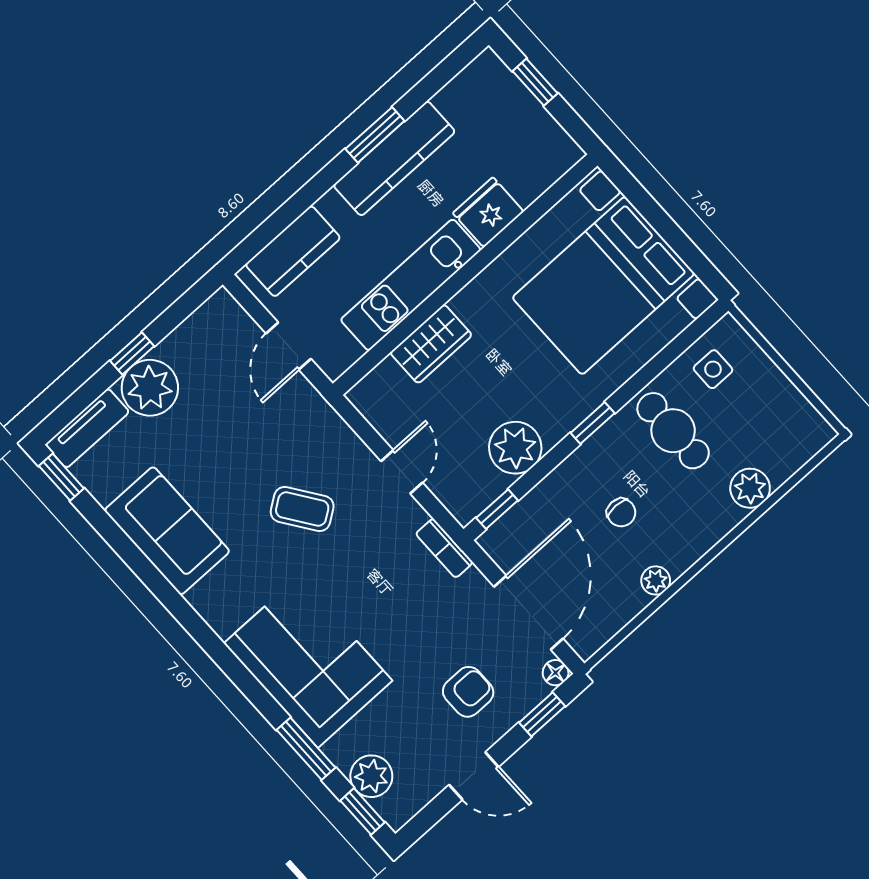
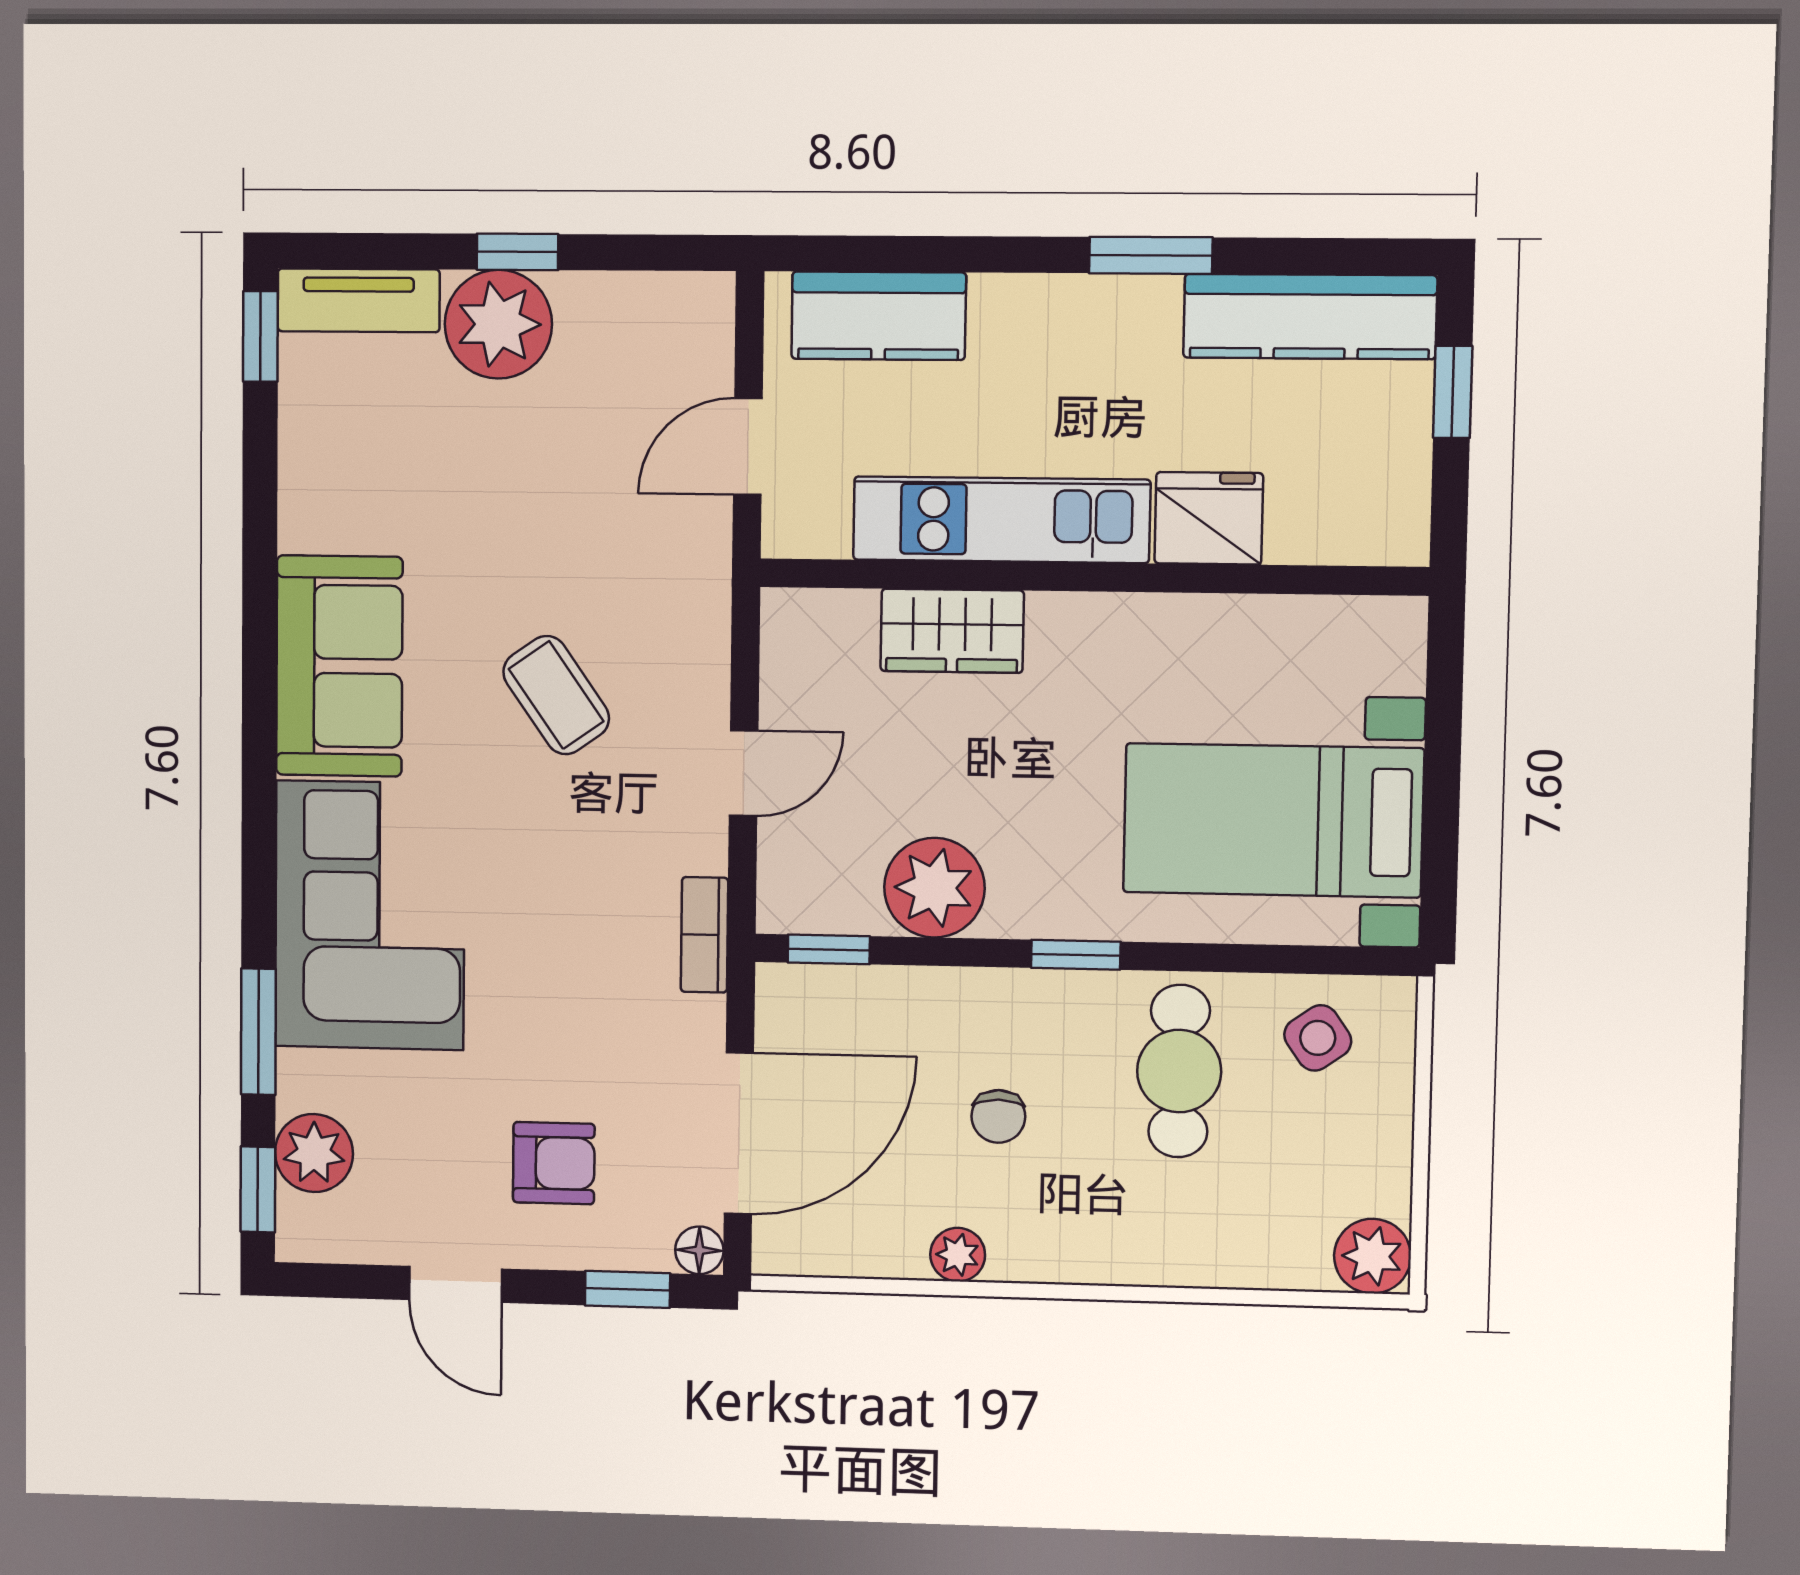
kitchen counter: (394, 158) -> (1310, 317), moved
bed with nightstands: (603, 286) -> (1273, 820), width x0.73
side table: (713, 369) -> (1318, 1038), turned -35
plant: (750, 488) -> (1372, 1256), moved
sofa: (167, 531) -> (339, 666), moved

